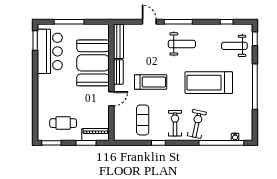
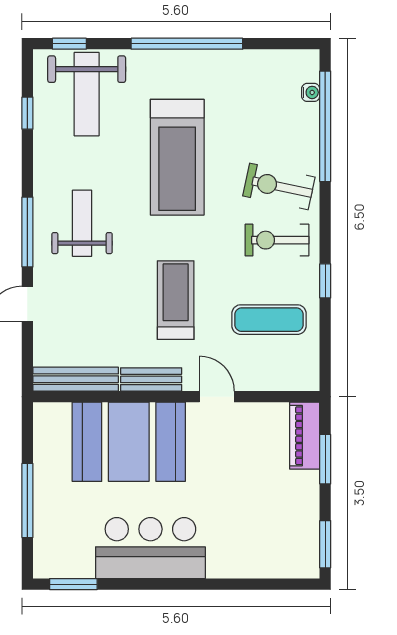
weight bench: (234, 46) -> (87, 94), width x1.36, depth x1.33
bar counter: (50, 51) -> (150, 548), moved
cafe table: (63, 123) -> (277, 515), removed

